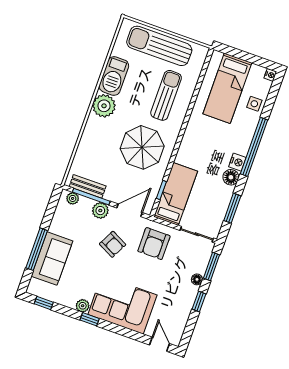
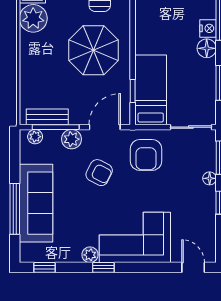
sofa: (52, 259) -> (36, 203), width x1.36

